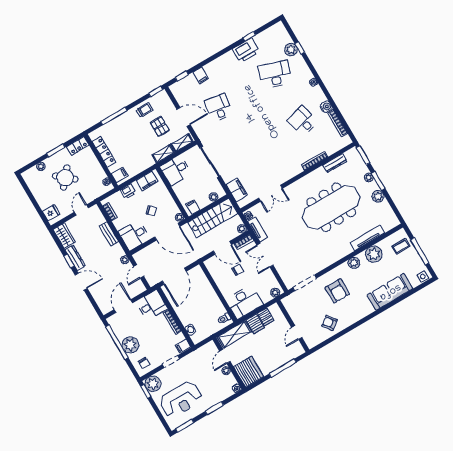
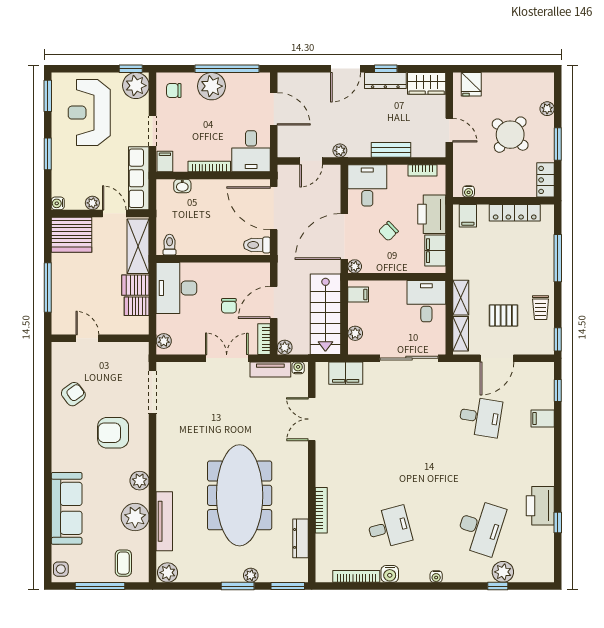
printer: (128, 191) -> (432, 214), width x1.87, depth x1.48
plant: (378, 196) -> (168, 573), moved
door: (139, 271) -> (311, 161), swing flipped
toilet: (198, 274) -> (257, 245), added
row of seats: (199, 354) -> (139, 178), added

